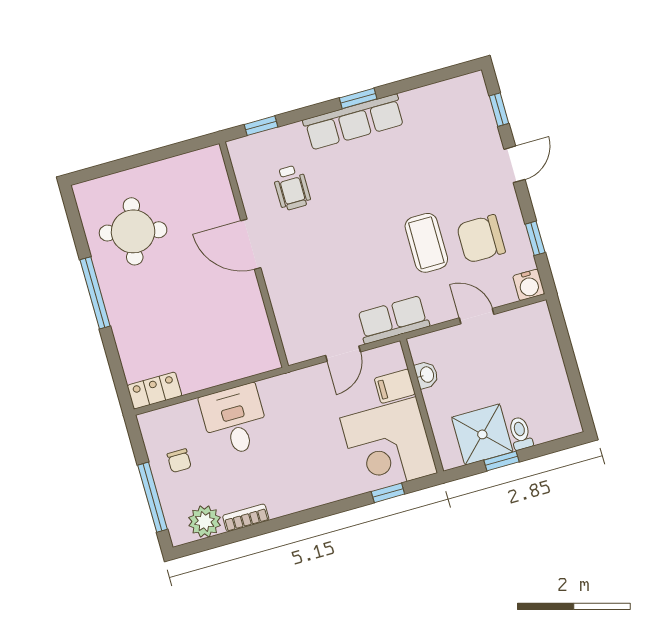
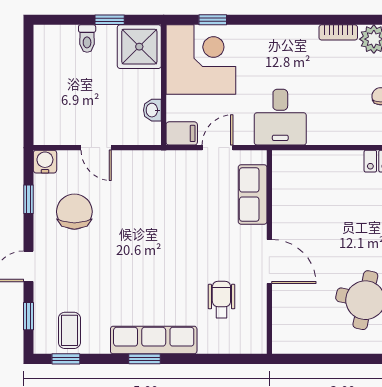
window: (261, 126) -> (66, 359), moved
chair: (481, 239) -> (74, 212), turned -90
coffee table: (426, 243) -> (69, 330), moved, width x0.73, depth x0.77
row of seats: (393, 320) -> (253, 194), moved, turned 90
filing cabinet: (395, 386) -> (182, 133), moved
desk: (235, 420) -> (280, 117), moved
shower: (482, 434) -> (139, 47), moved

